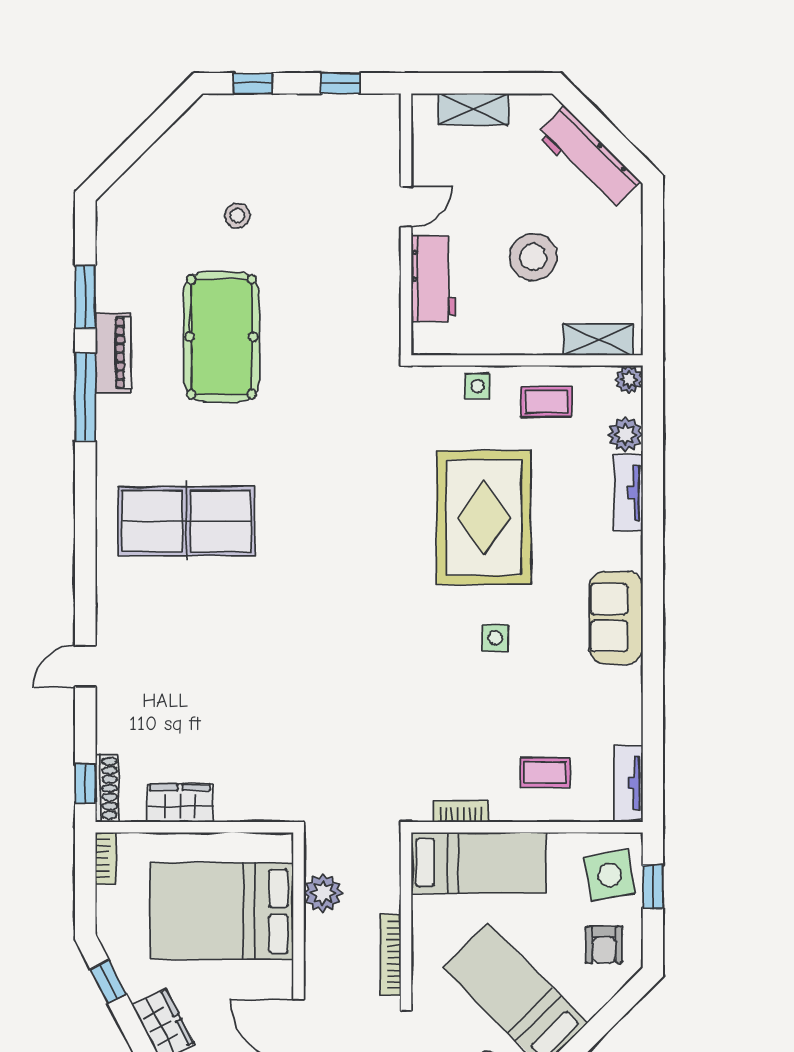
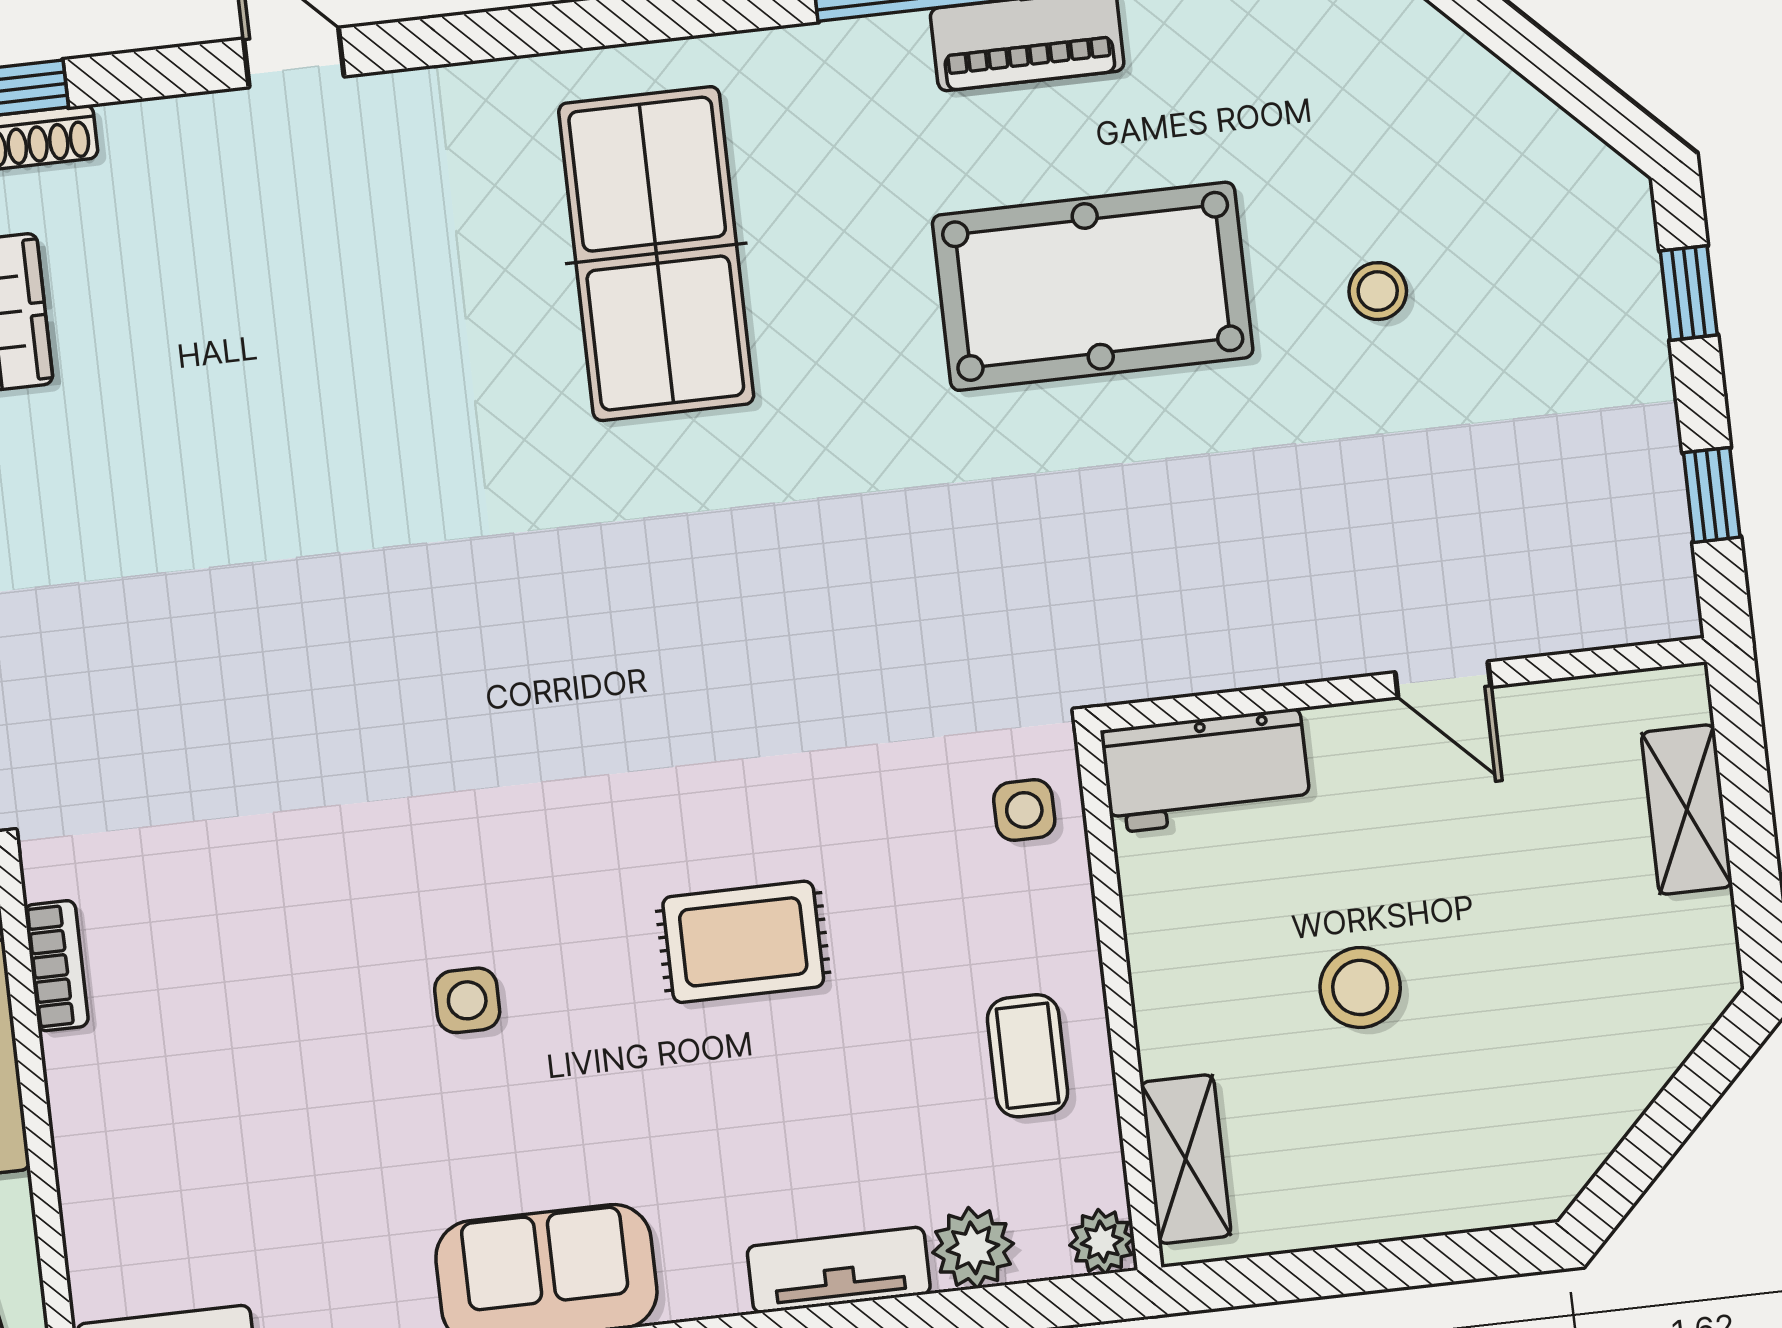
workbench: (588, 158) -> (1604, 1089), removed
stool: (533, 257) -> (1360, 987), width x0.73, depth x0.73
workbench: (433, 279) -> (1206, 771), moved
side table: (478, 386) -> (1024, 810), moved
rug: (484, 518) -> (743, 942), width x0.54, depth x0.49
coffee table: (545, 773) -> (168, 1151), removed

